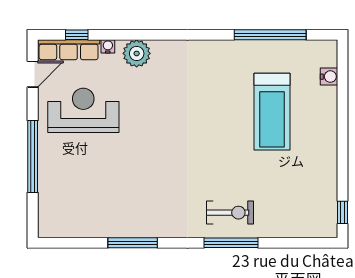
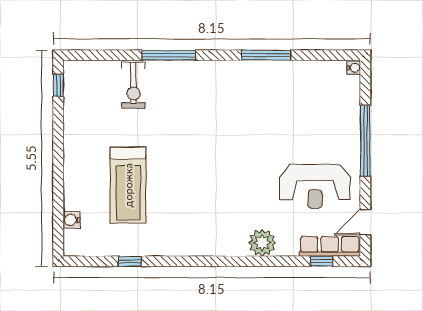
window: (270, 35) -> (130, 261), width x0.32
water cooler: (108, 46) -> (354, 68), moved, turned -90
treadmill: (272, 112) -> (128, 185), turned 180
exercise bike: (230, 213) -> (133, 85), moved, turned -90

